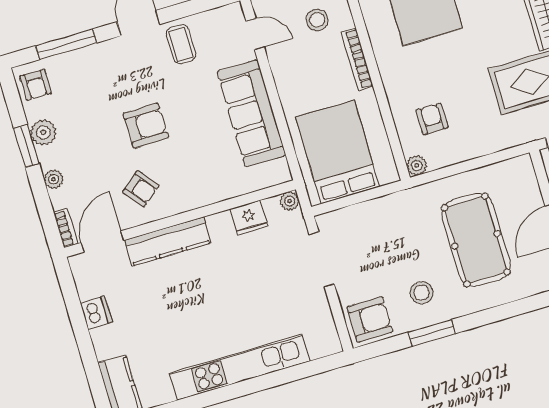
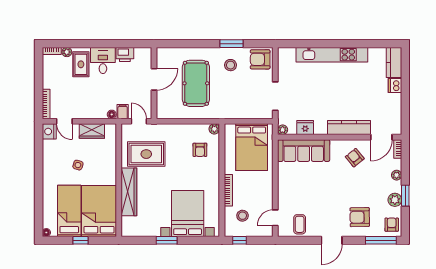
door: (255, 34) -> (275, 218), hinge flipped
window: (66, 44) -> (381, 240), moved
coffee table: (181, 44) -> (300, 224), moved
sofa: (251, 113) -> (304, 151), moved, turned 90
armchair: (146, 126) -> (360, 217), moved
dishwasher: (96, 313) -> (395, 86), moved

